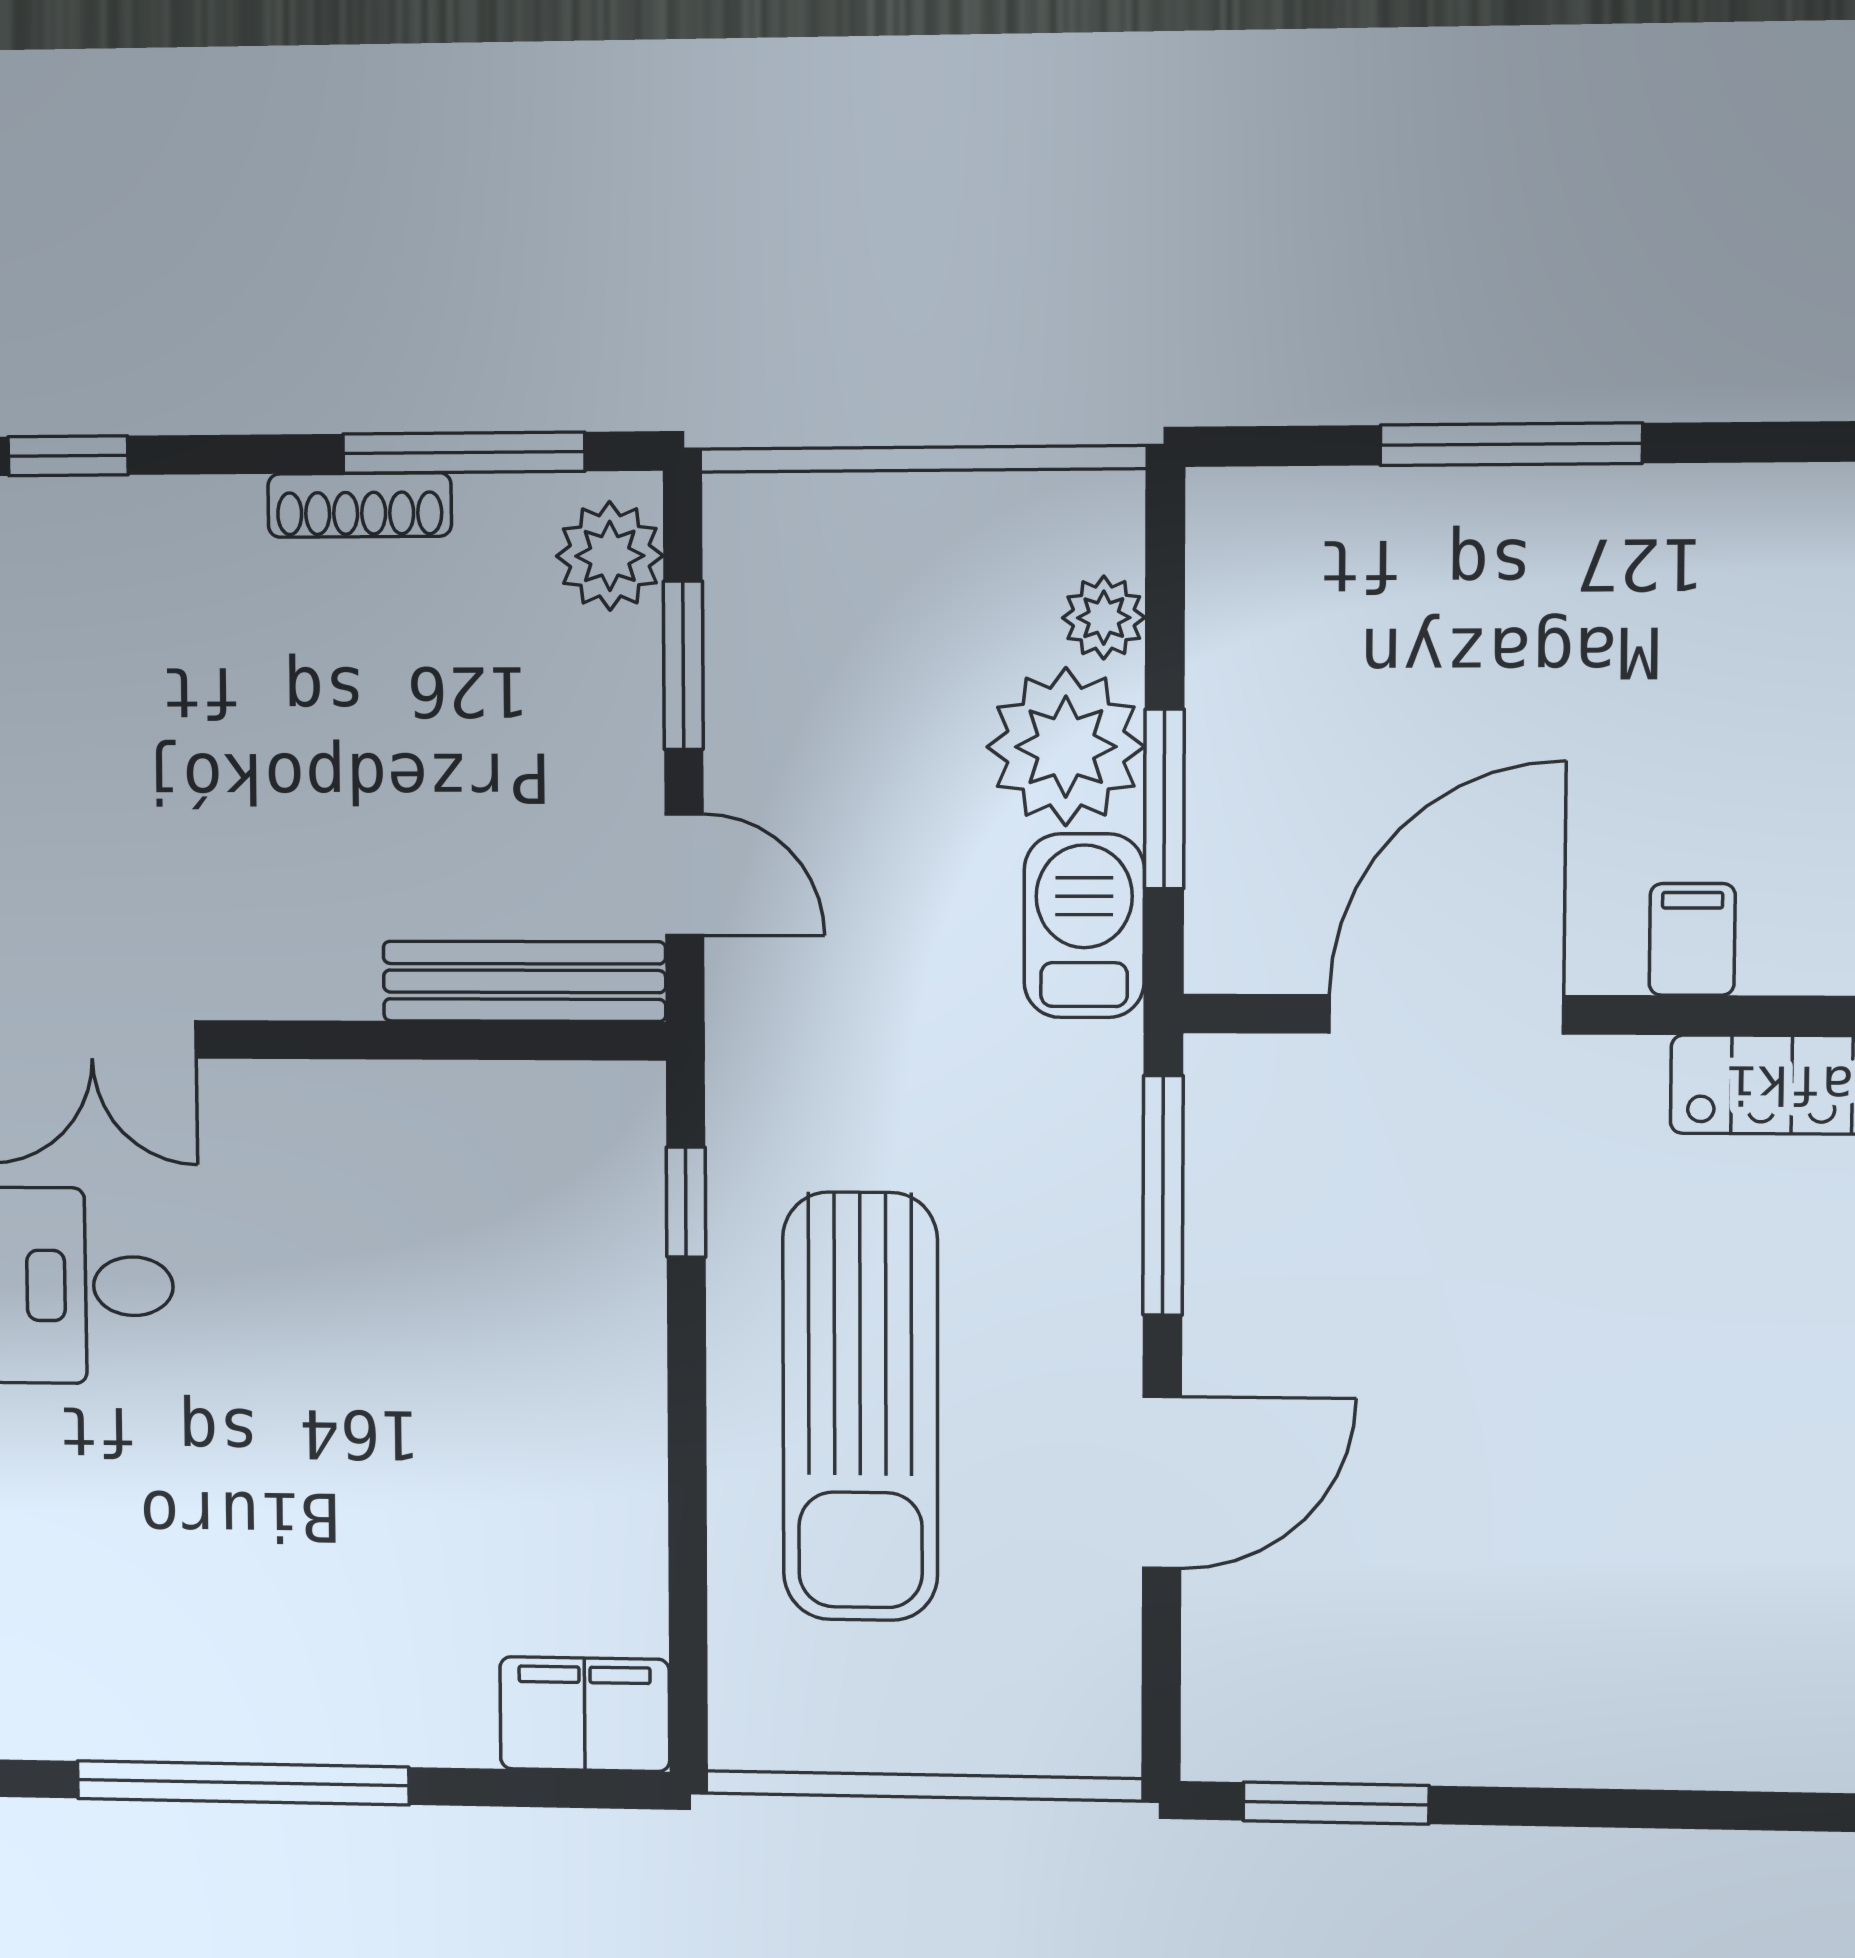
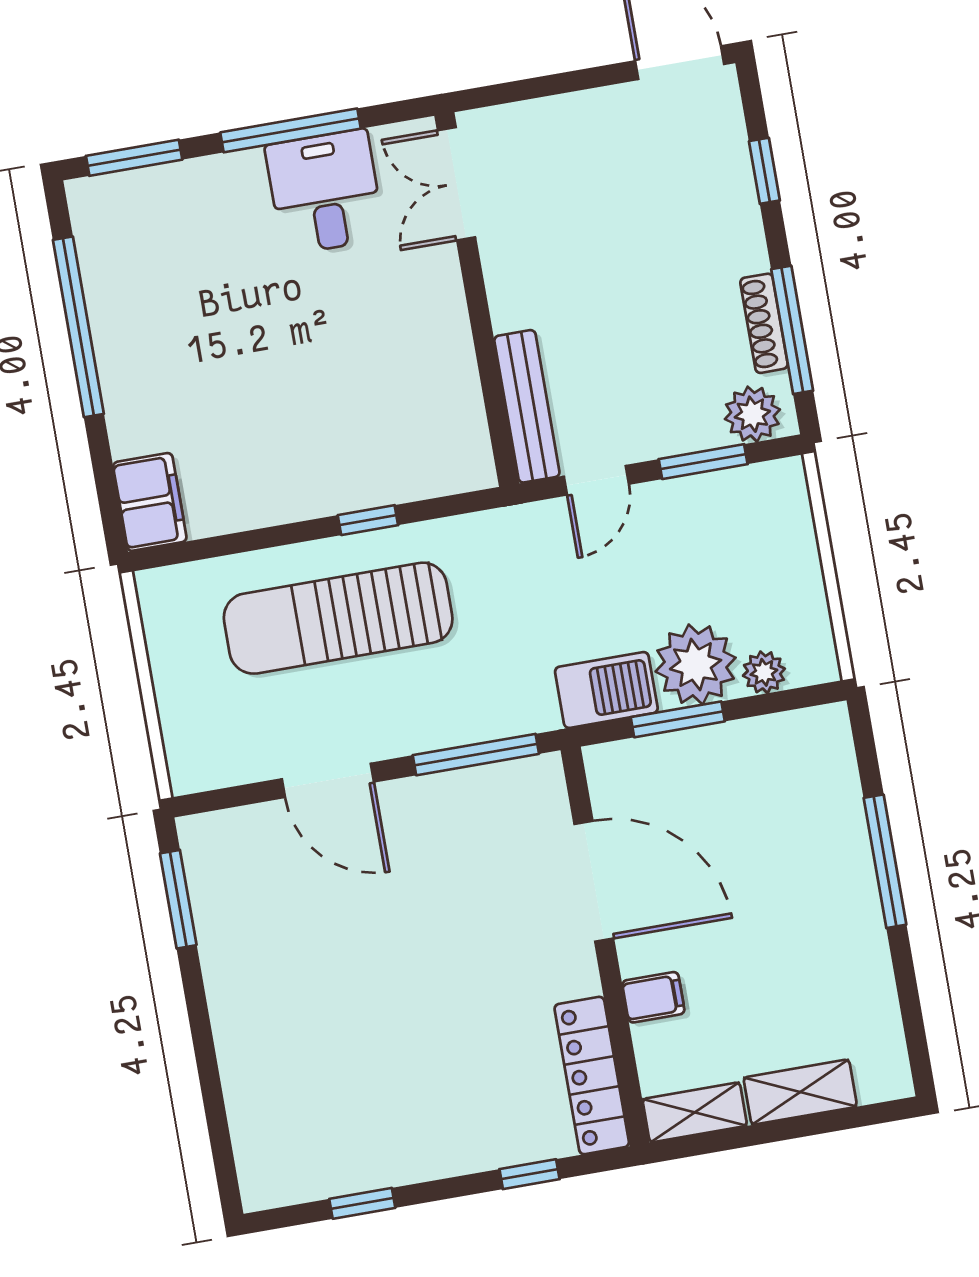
window: (68, 456) -> (764, 171), moved
shoe rack: (360, 505) -> (764, 323), moved
window: (686, 1202) -> (368, 520), moved

